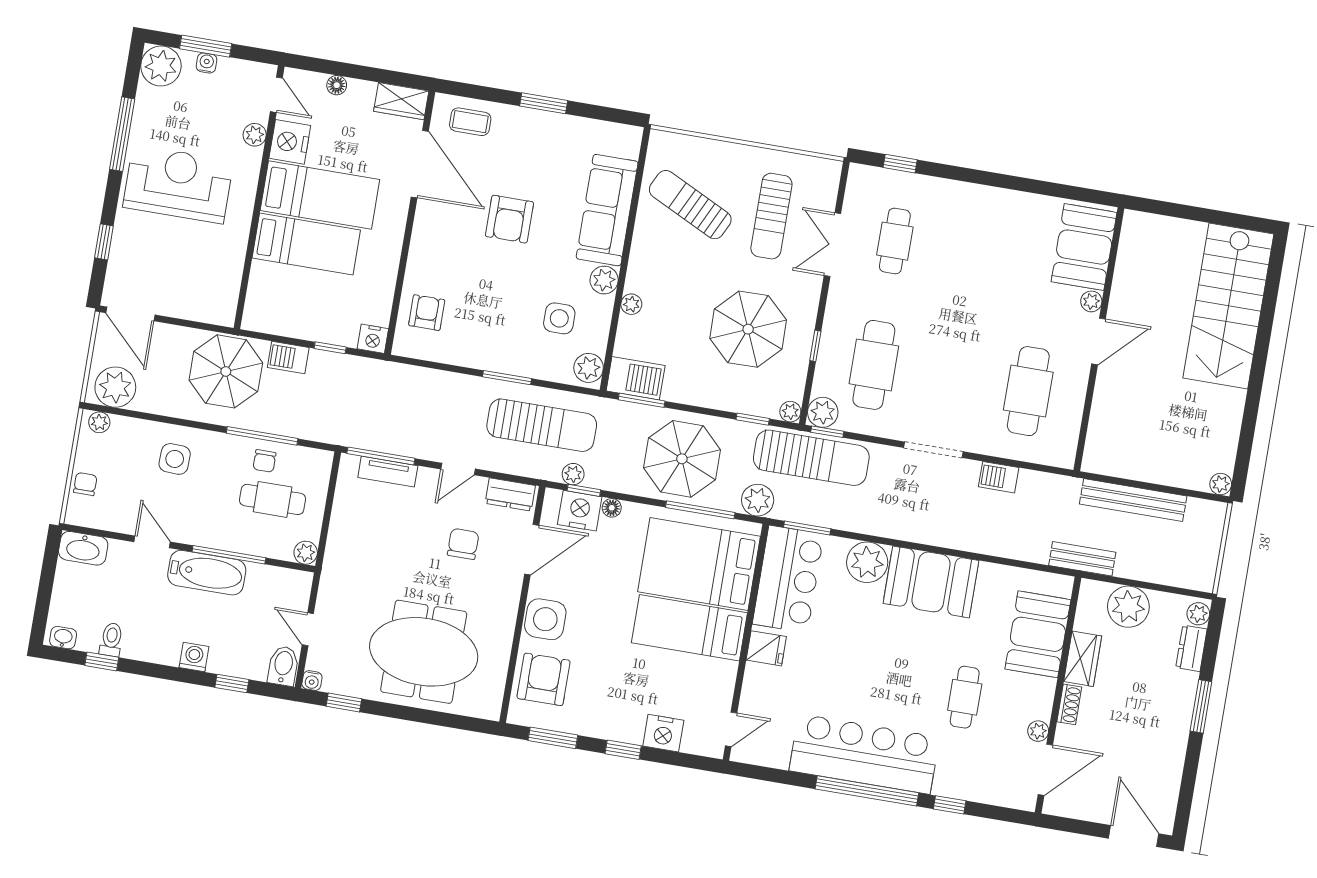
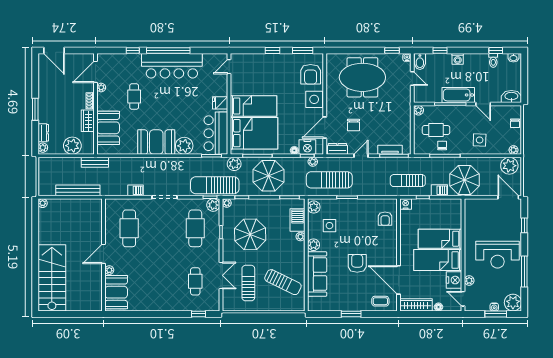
wardrobe: (401, 101) -> (416, 305), width x1.50
barbecue: (636, 378) -> (297, 220), moved, turned 90
sun lounger: (358, 393) -> (408, 181), added
nightstand: (663, 733) -> (257, 60), removed

